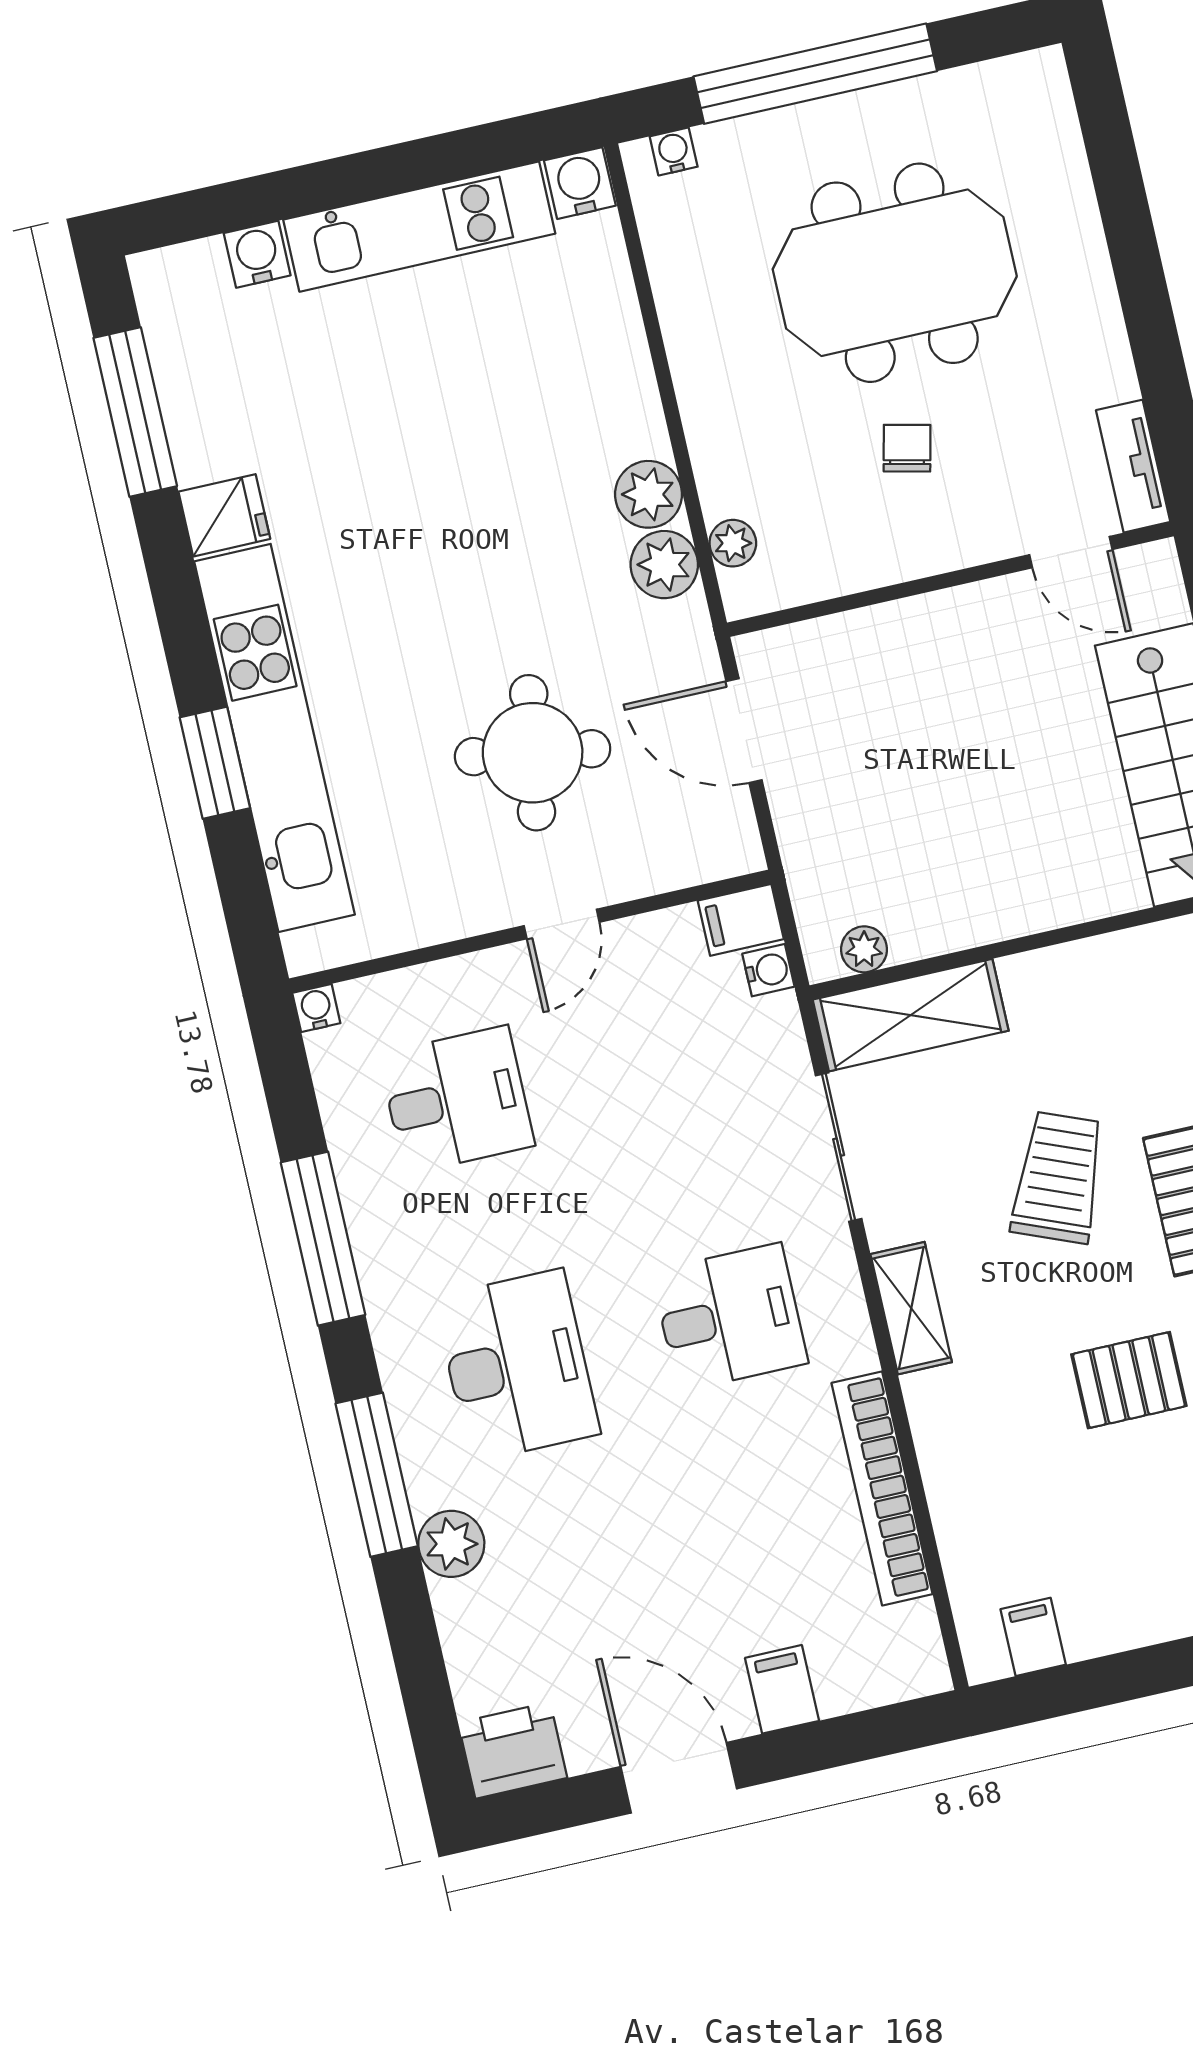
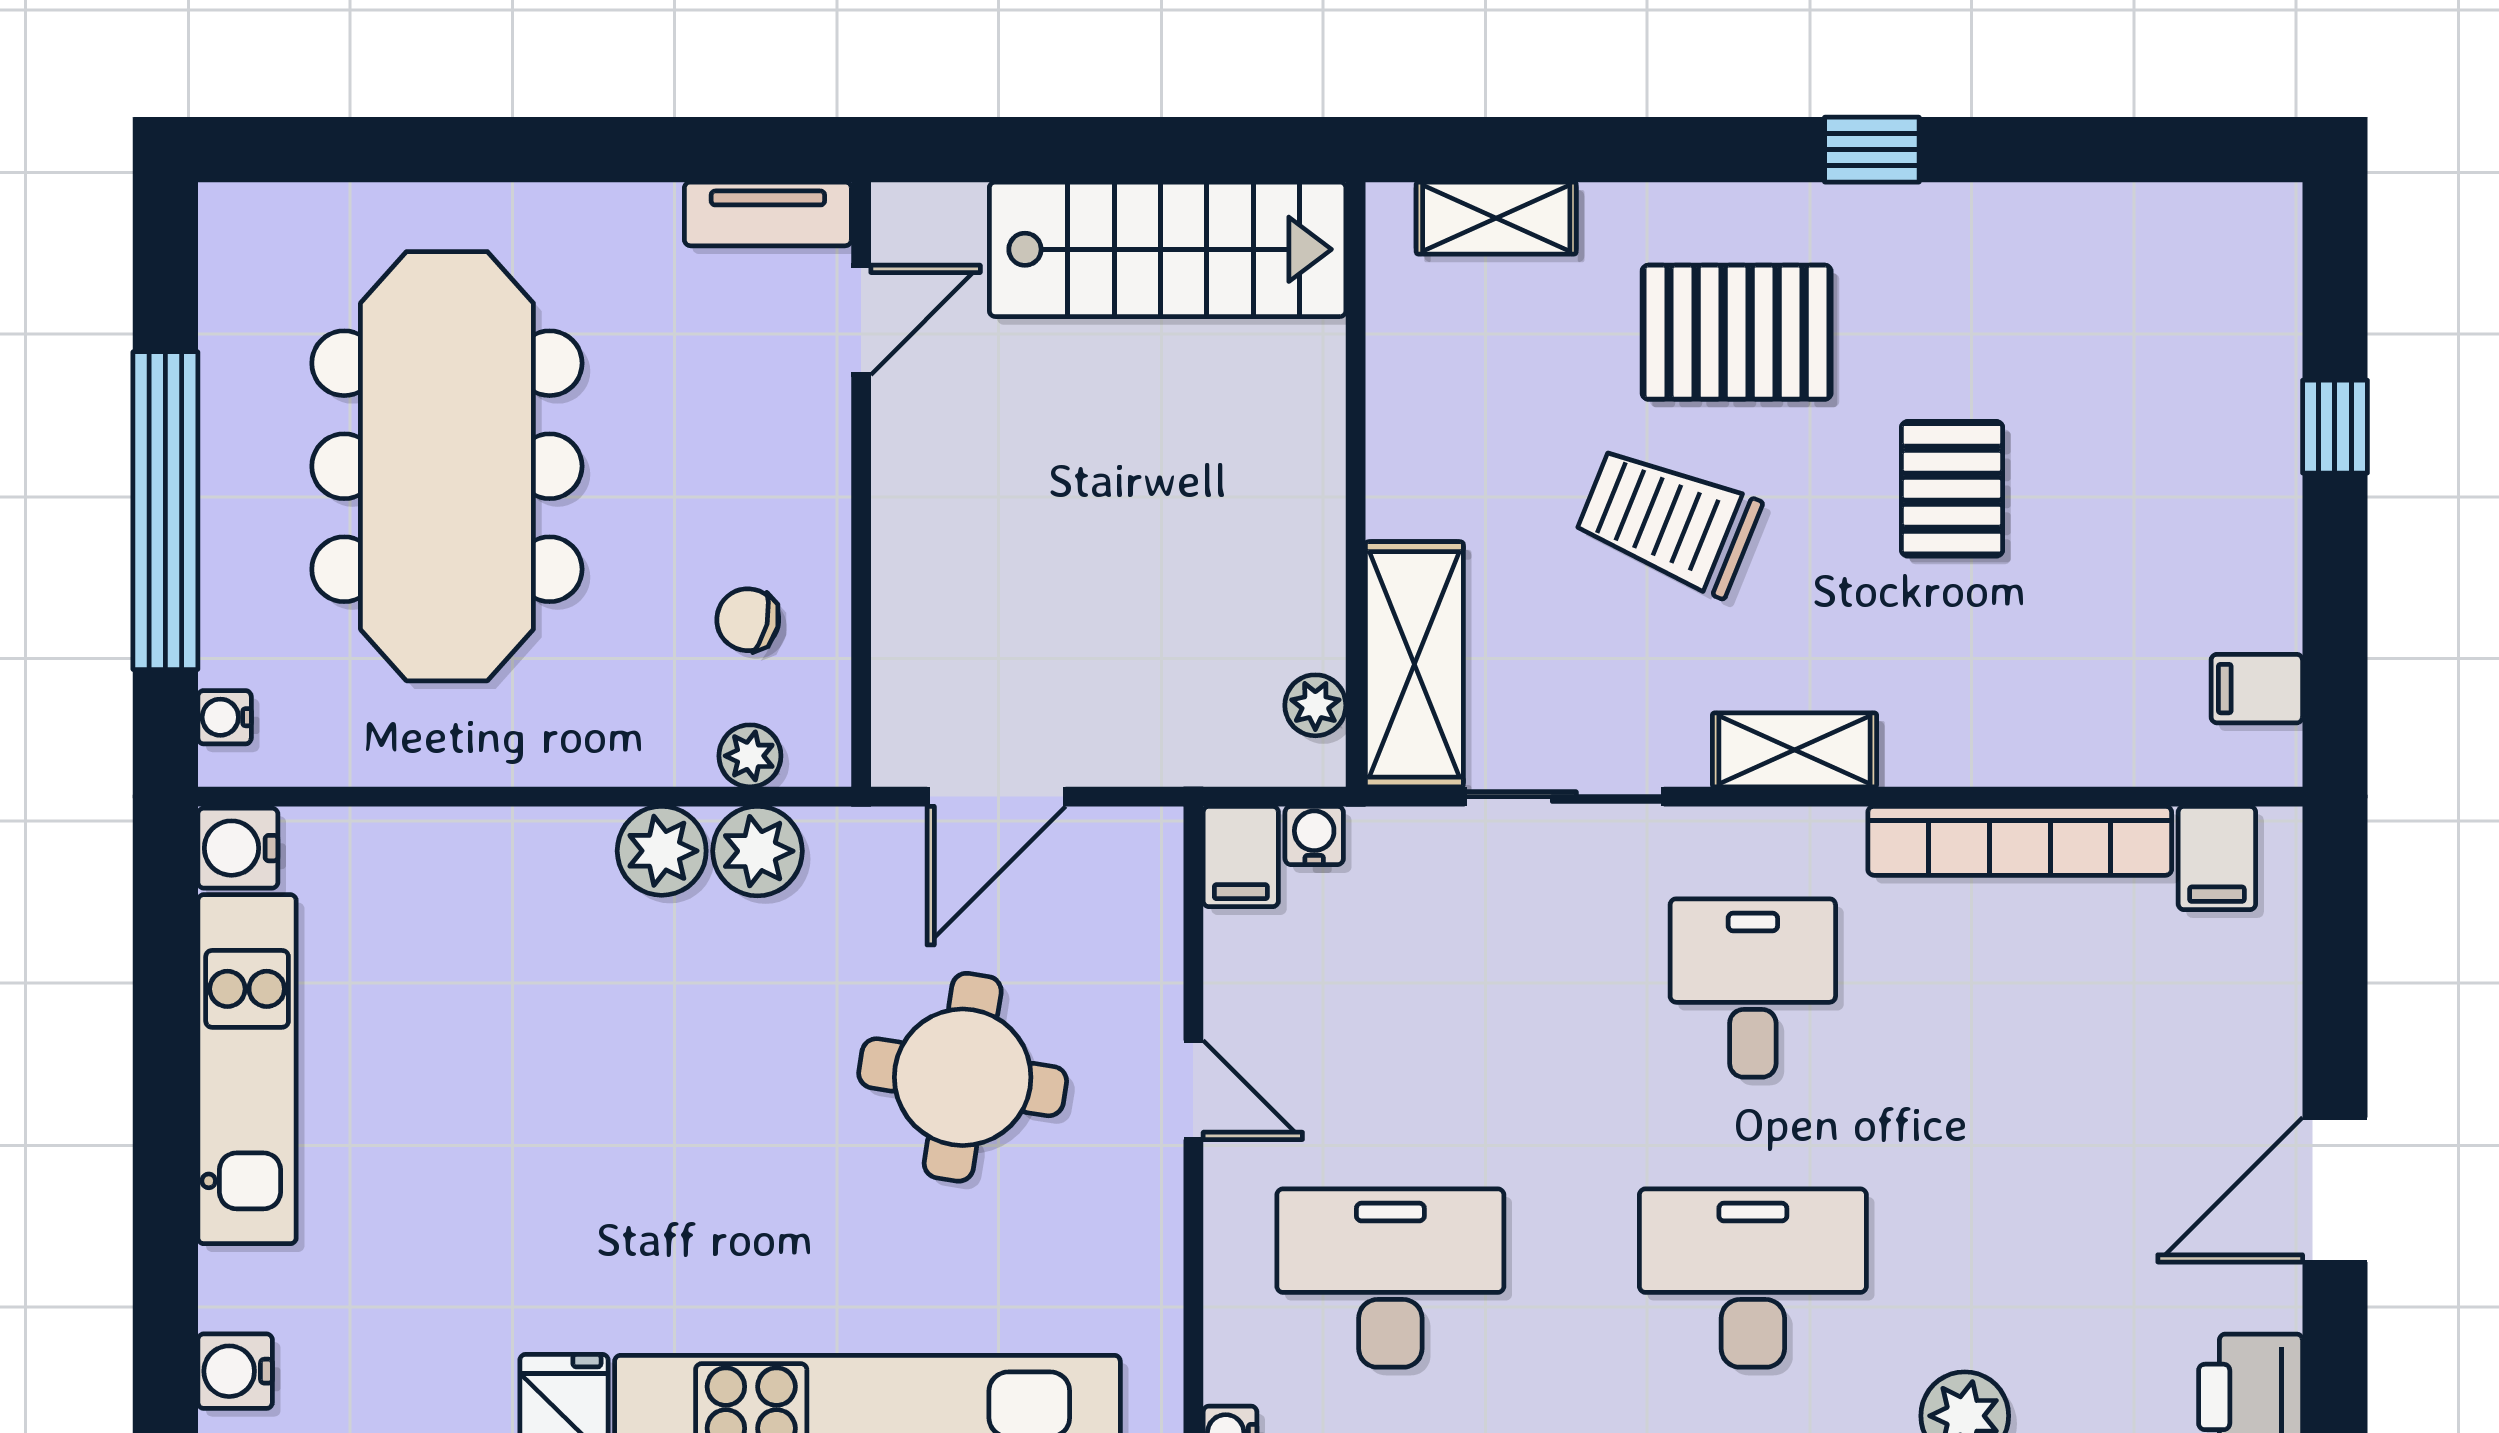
water cooler: (257, 254) -> (235, 1371), moved
meeting table: (895, 273) -> (447, 466), width x1.36
chair: (907, 448) -> (748, 620), moved
desk: (457, 1100) -> (1390, 1278), width x1.37
filing cabinet: (782, 1689) -> (2217, 858), moved, turned -90

